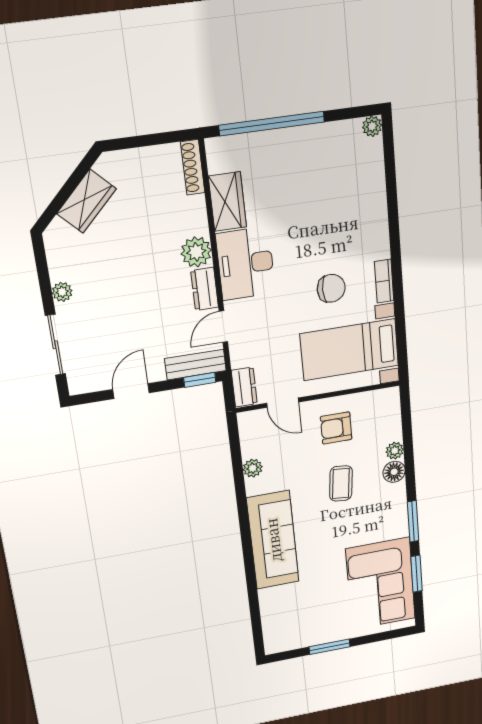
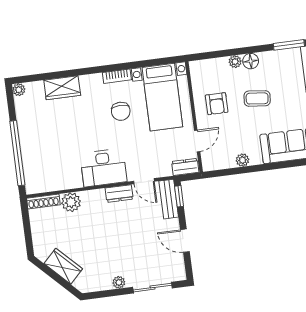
wardrobe: (227, 202) -> (62, 88), moved, turned 180
plant: (196, 252) -> (71, 202), moved
chair: (331, 288) -> (121, 111), turned 180

